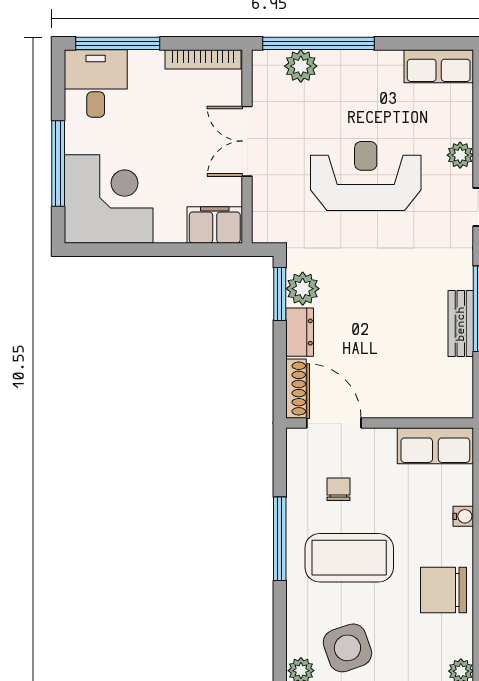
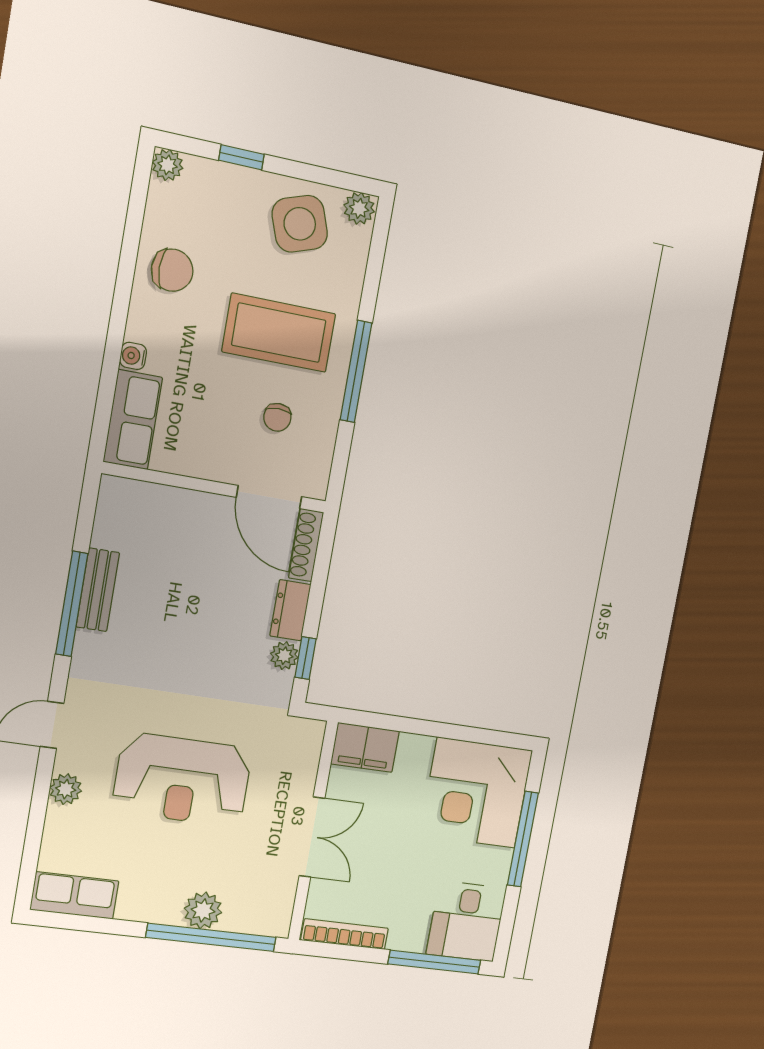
plant: (301, 66) -> (203, 910), moved
plant: (303, 289) -> (284, 656), width x0.73, depth x0.73
window: (280, 294) -> (306, 658), width x0.67
row of seats: (435, 446) -> (133, 420), moved, turned 90
chair: (444, 590) -> (172, 270), width x0.73, depth x0.73

